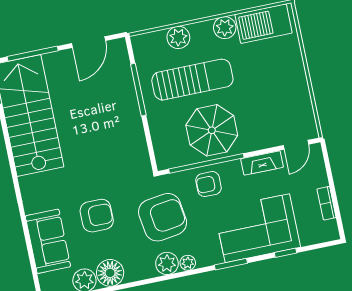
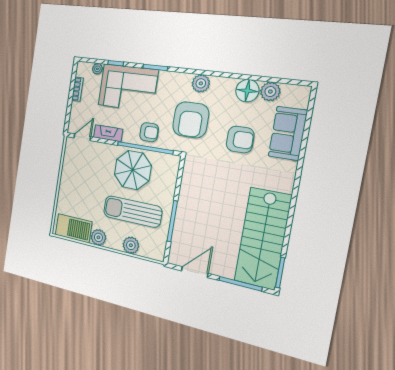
armchair: (97, 216) -> (240, 140), turned 180
armchair: (163, 217) -> (191, 120), turned -82
plant: (188, 263) -> (97, 69), moved

